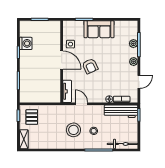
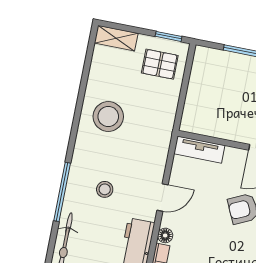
door: (81, 104) -> (163, 197), moved
stool: (73, 130) -> (108, 116), moved

